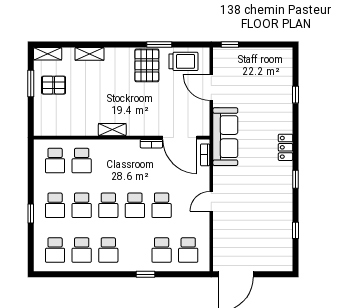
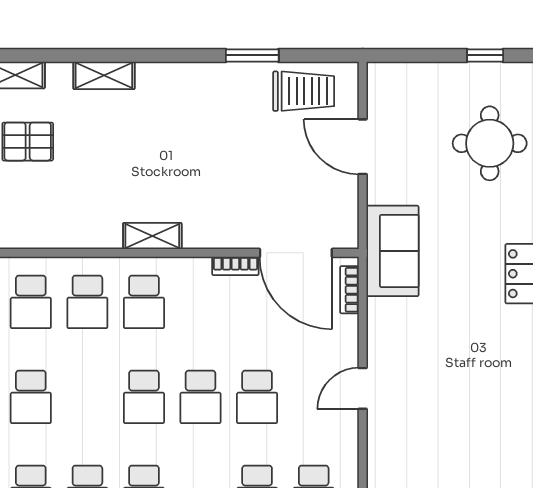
window: (230, 45) -> (485, 55), moved
pallet: (147, 65) -> (226, 100), removed
round table: (271, 86) -> (490, 143), added
sofa: (225, 137) -> (392, 251), width x0.73
school desk: (82, 205) -> (144, 302), moved

